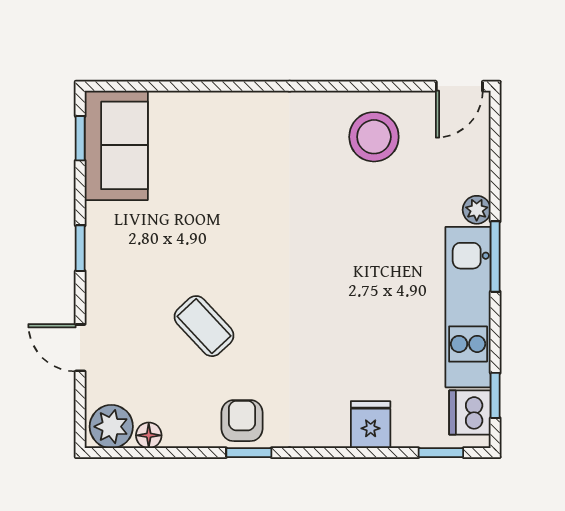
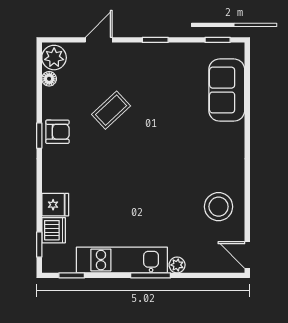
sofa: (116, 145) -> (227, 90), moved, turned 90
dishwasher: (470, 413) -> (54, 230), moved, turned 90

